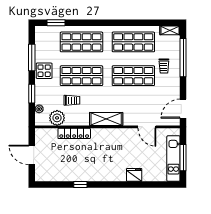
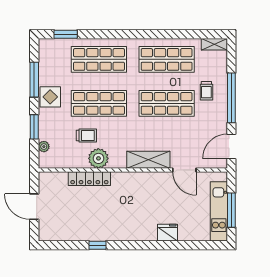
window: (183, 58) -> (231, 98), moved
plant: (57, 118) -> (98, 158), moved
shelving: (106, 119) -> (148, 160), moved

